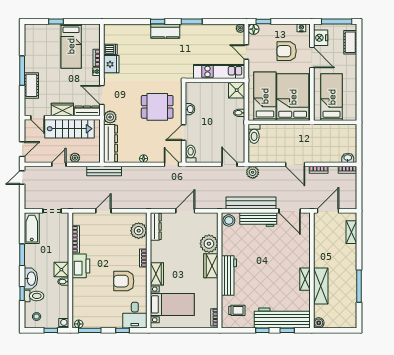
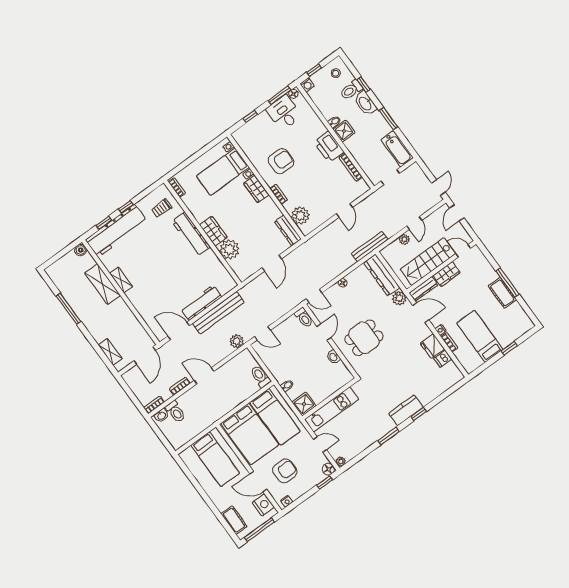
cot: (31, 85) -> (502, 293), moved
toilet: (335, 153) -> (176, 412), added
stool: (229, 220) -> (227, 283), removed
desk: (135, 315) -> (284, 113), moved

